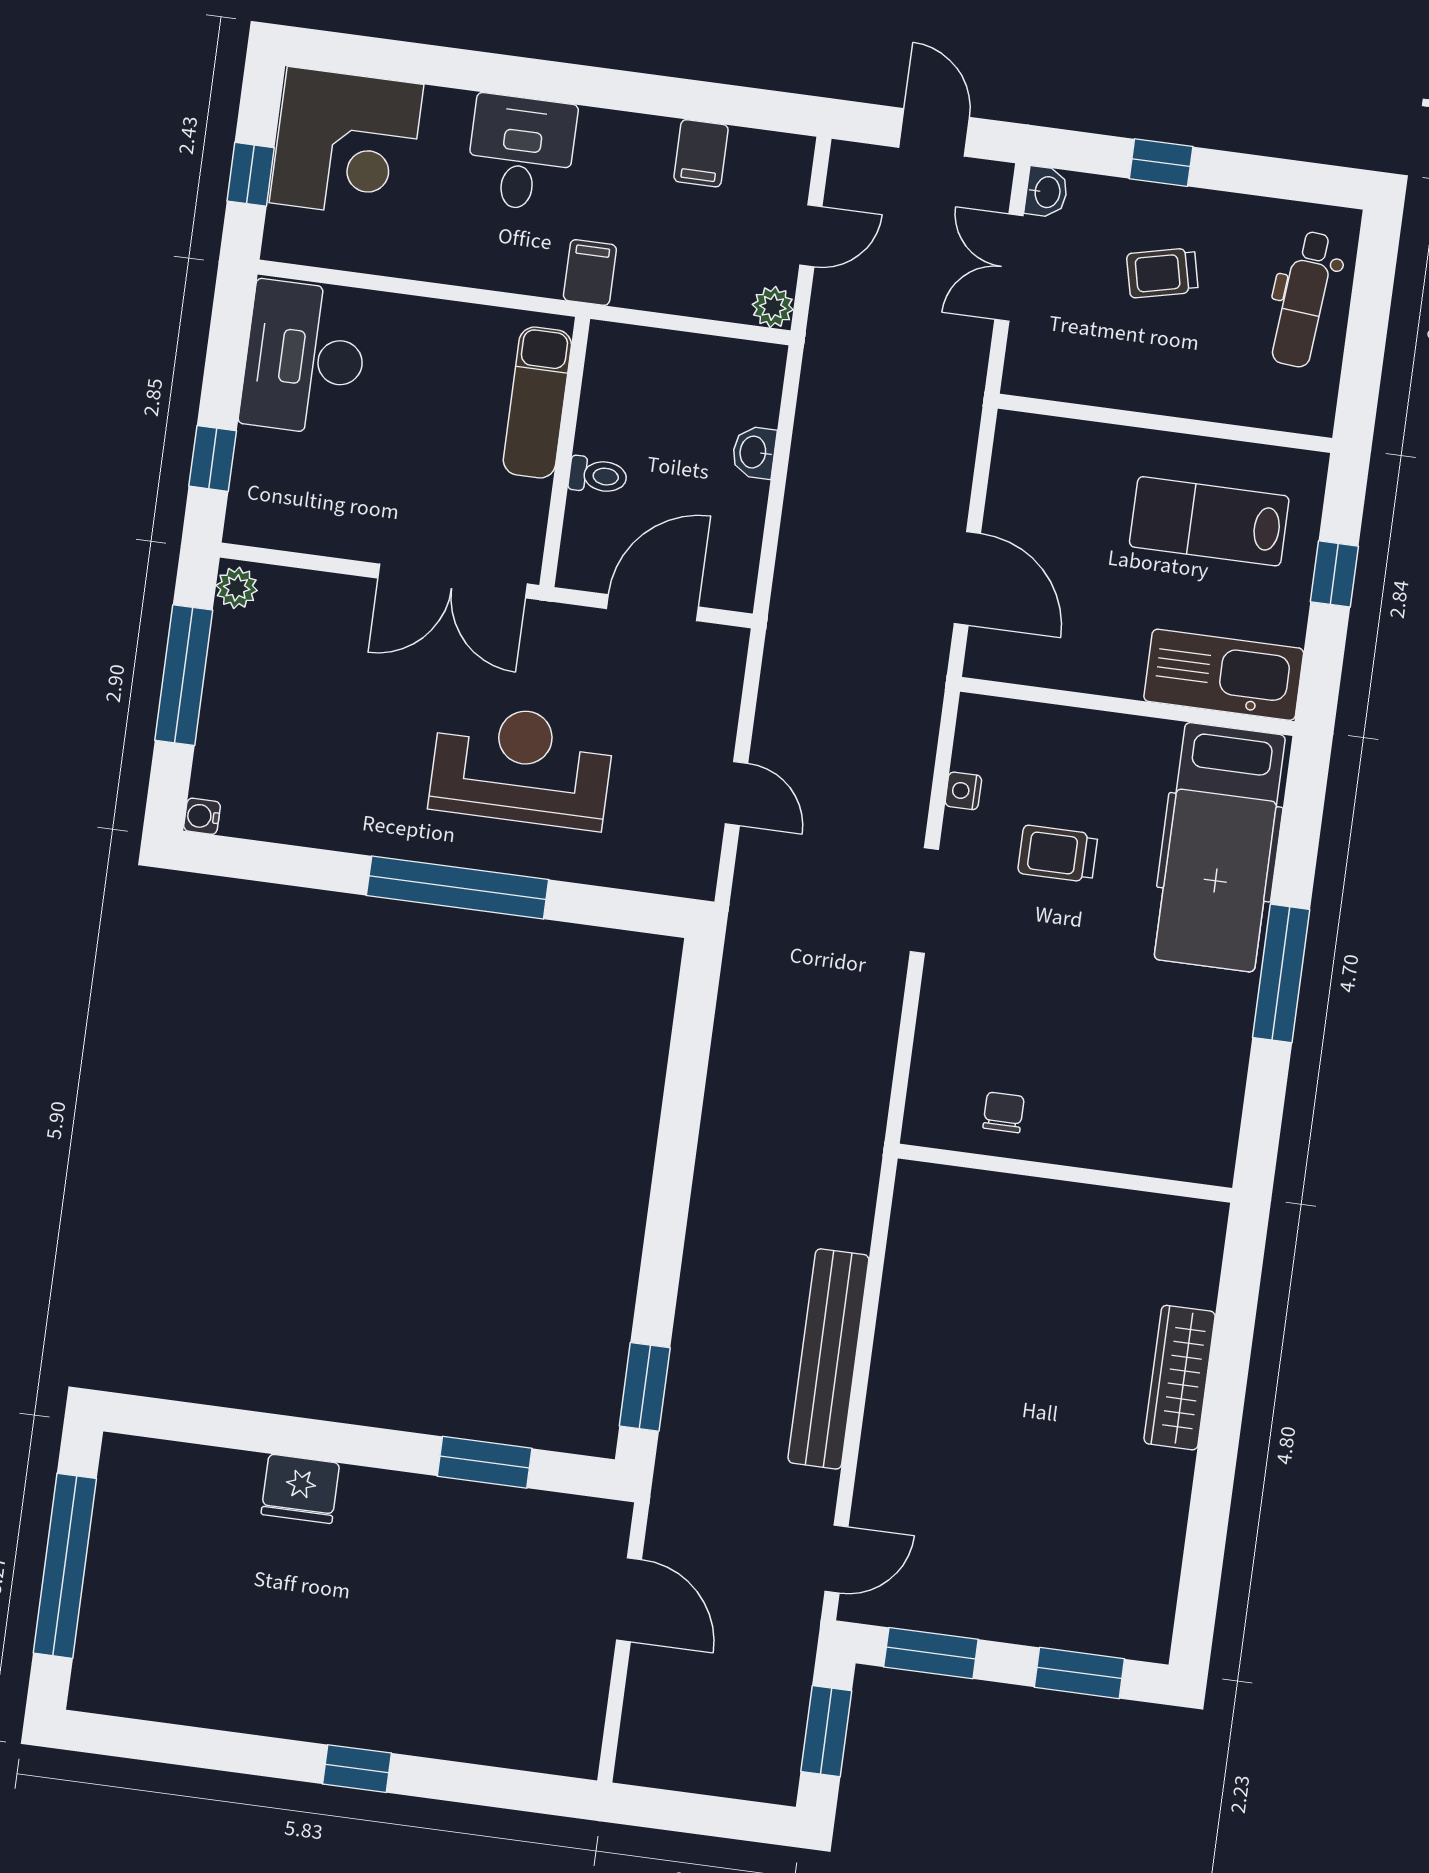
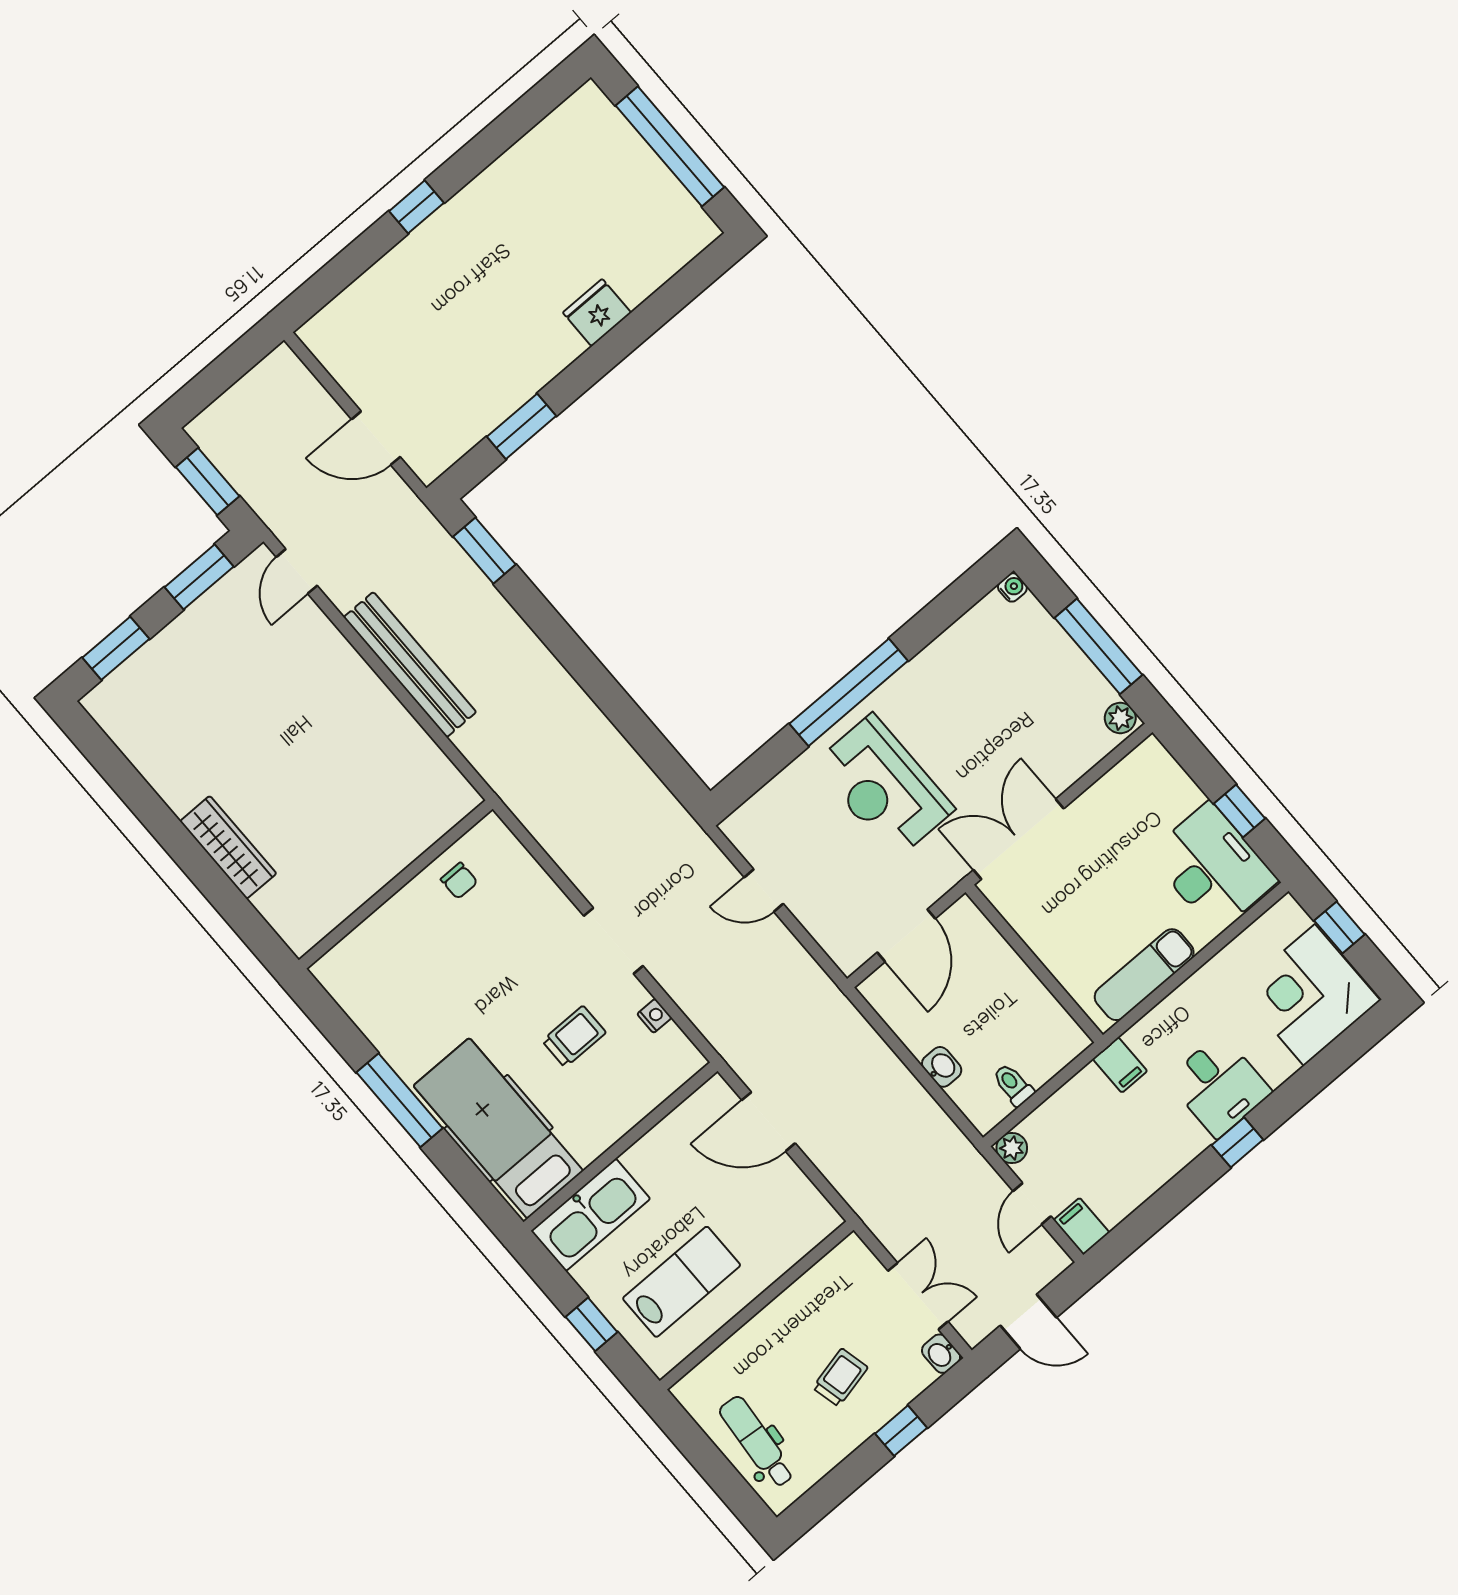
window: (562, 83) -> (1237, 1142), added
filing cabinet: (701, 153) -> (1082, 1226), moved
exam couch: (537, 403) -> (1144, 975), moved, turned -90
window: (213, 458) -> (1240, 811), moved
toilet: (598, 476) -> (1013, 1085), moved, turned 90
reception desk: (522, 766) -> (884, 787), turned 90

